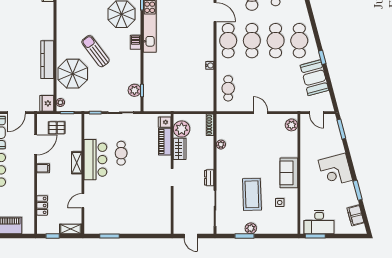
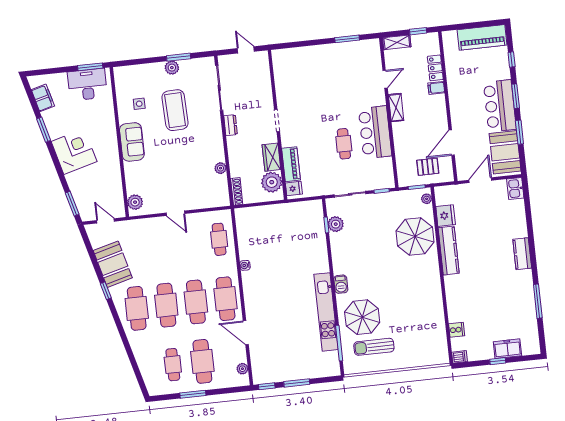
sun lounger: (95, 51) -> (390, 268), removed
fridge: (47, 103) -> (446, 216), moved
shelving: (77, 163) -> (396, 108), moved
filing cabinet: (43, 168) -> (436, 88), moved

